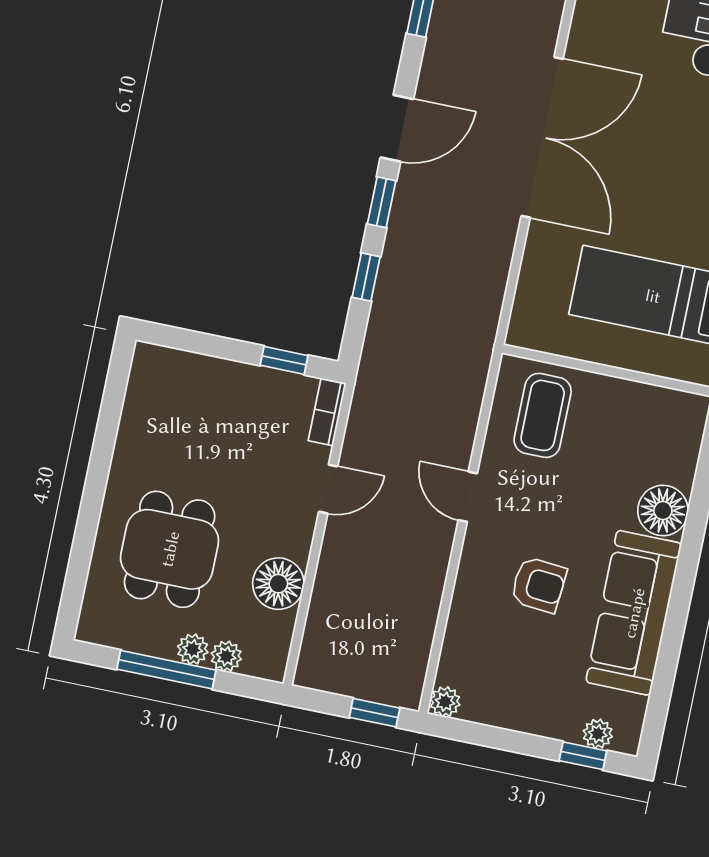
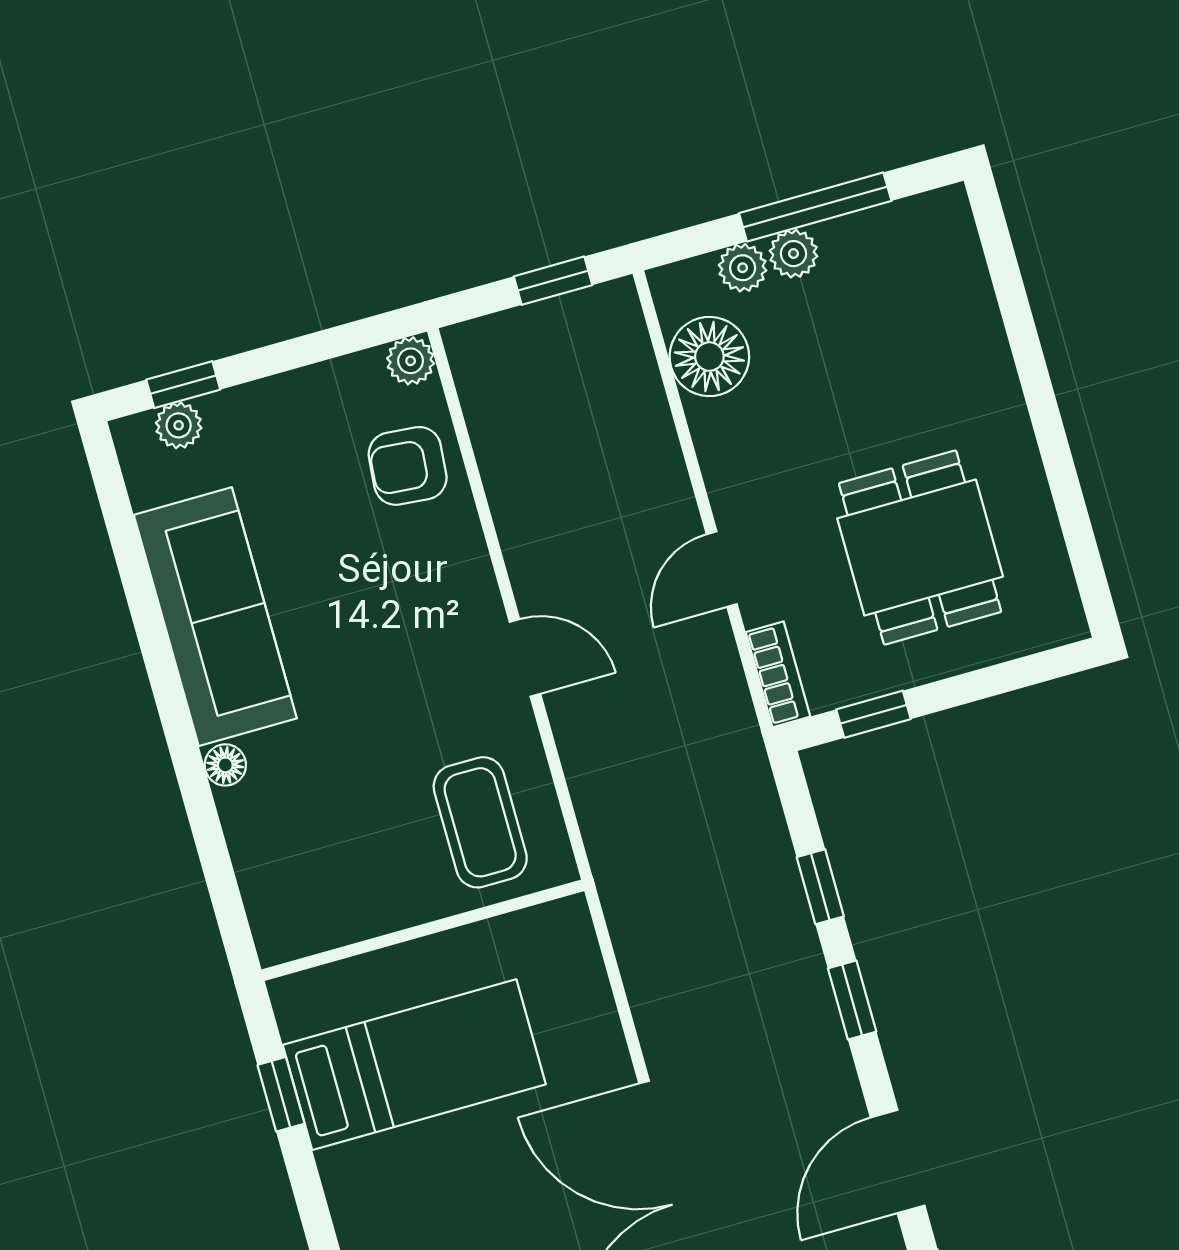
door: (397, 128) -> (898, 1162), moved
floor lamp: (663, 511) -> (225, 765), width x0.53, depth x0.53
dining table: (170, 549) -> (920, 548), moved
floor lamp: (278, 584) -> (709, 357), moved
armchair: (539, 585) -> (408, 466), moved
window: (375, 713) -> (553, 281), moved

